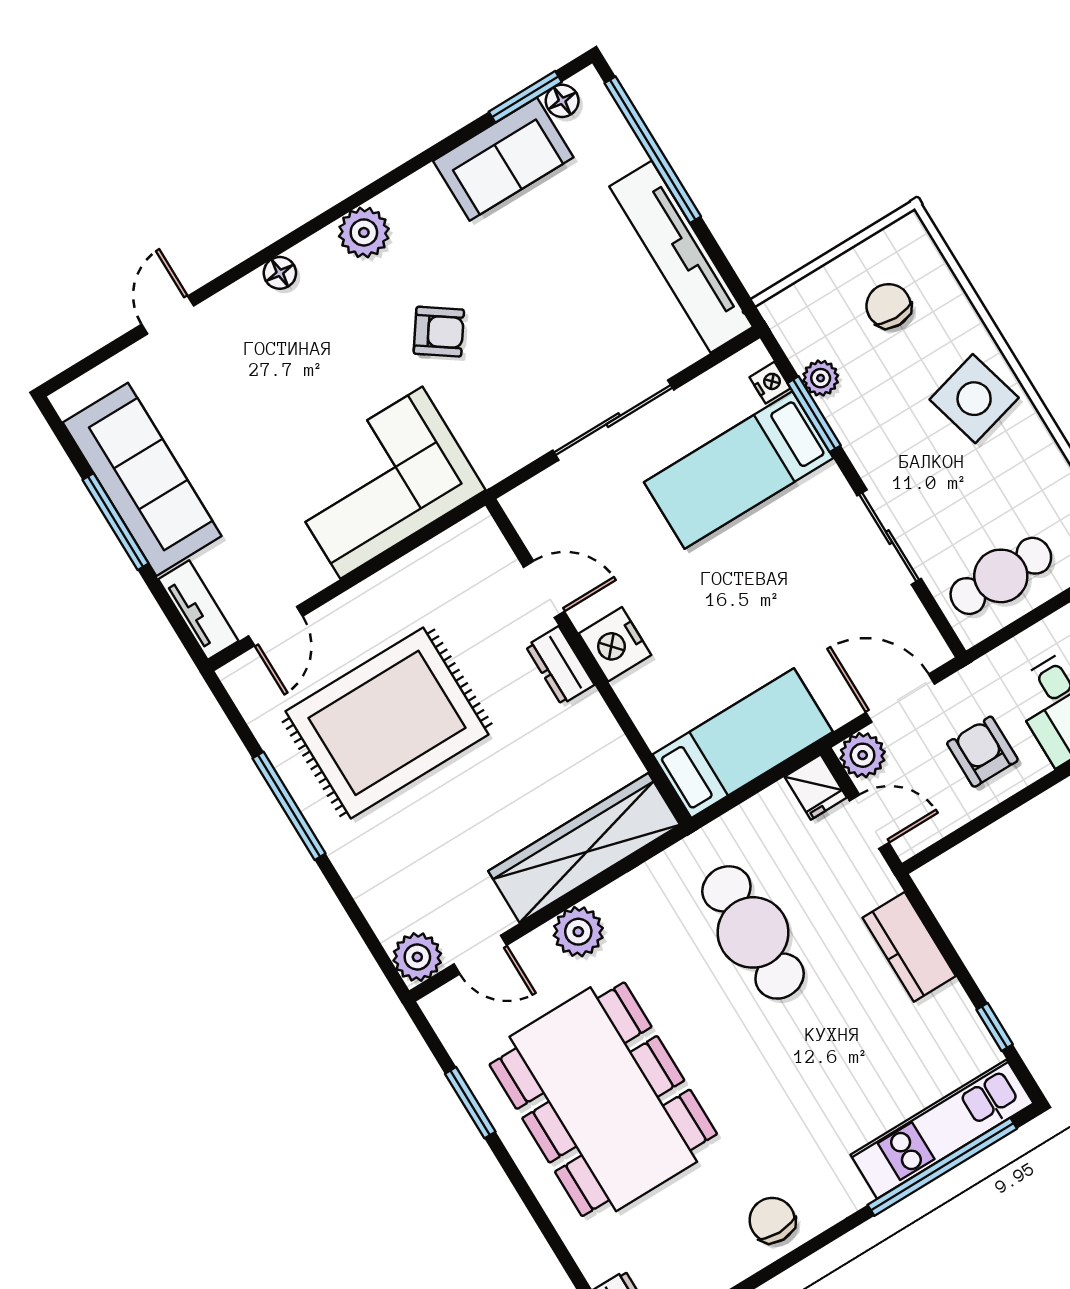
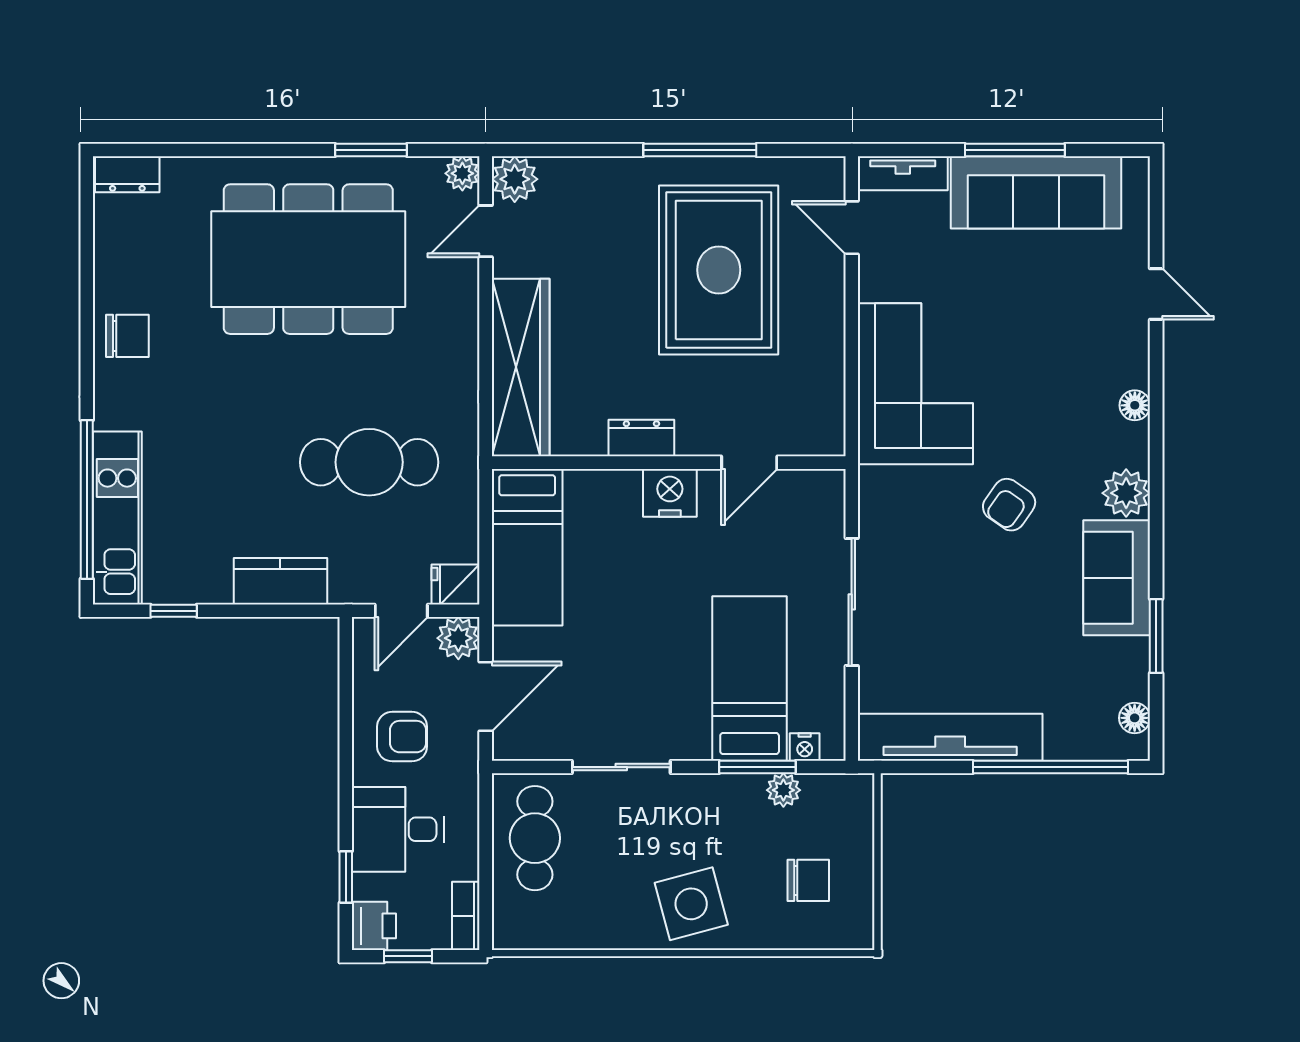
window: (525, 97) -> (1156, 636), moved
sofa: (503, 159) -> (1117, 578), moved
dresser: (560, 665) -> (641, 438), moved
plant: (578, 932) -> (462, 173), moved, width x0.73, depth x0.73

